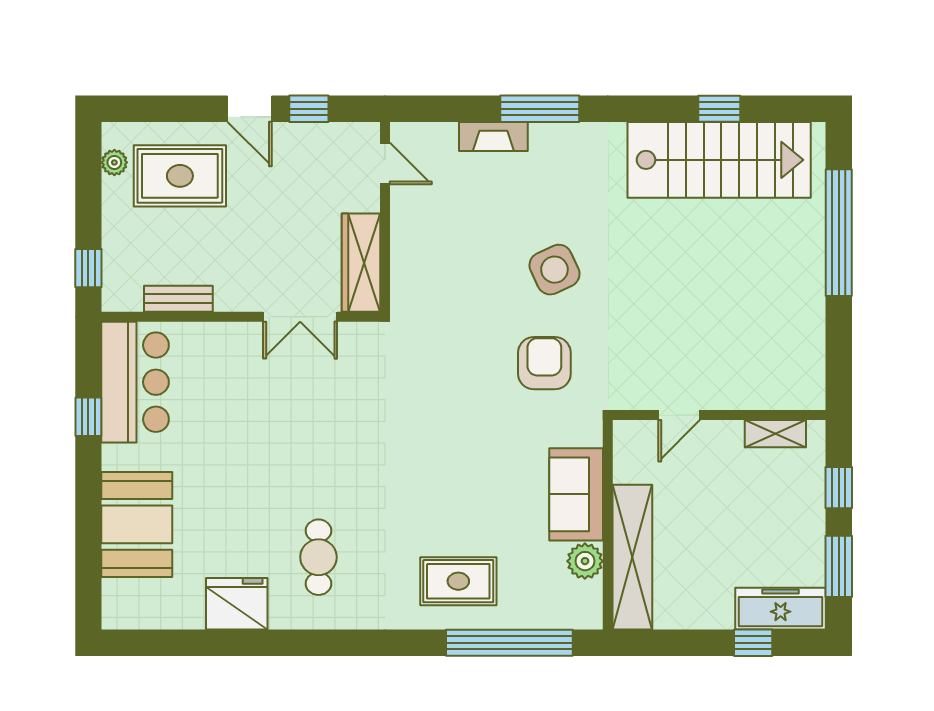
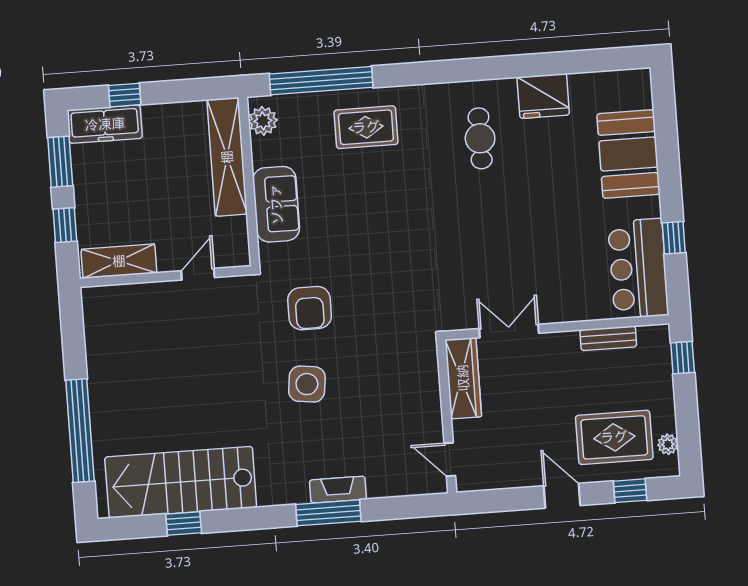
window: (309, 109) -> (630, 491), moved
fireplace: (493, 136) -> (338, 490), moved
side table: (554, 270) -> (307, 384), turned 32
shelving: (775, 434) -> (119, 261), width x1.50, depth x1.33
plant: (585, 561) -> (263, 121), moved

